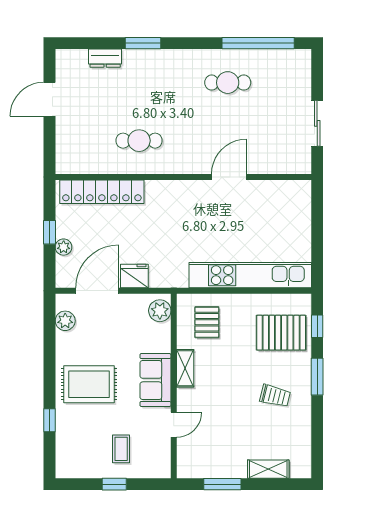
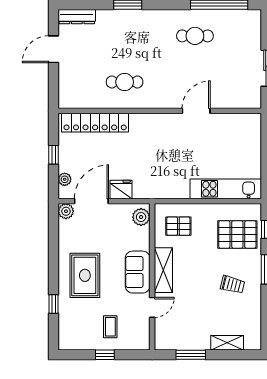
dresser: (105, 58) -> (77, 17), moved, width x1.44
plant: (64, 247) -> (65, 179), moved
kitchen unit: (250, 275) -> (226, 189), width x0.73
plant: (65, 321) -> (66, 211), moved
pallet: (207, 322) -> (178, 226), turned 90
shelving: (185, 368) -> (163, 270), width x1.50, depth x1.33
rug: (89, 384) -> (85, 275), turned 90

